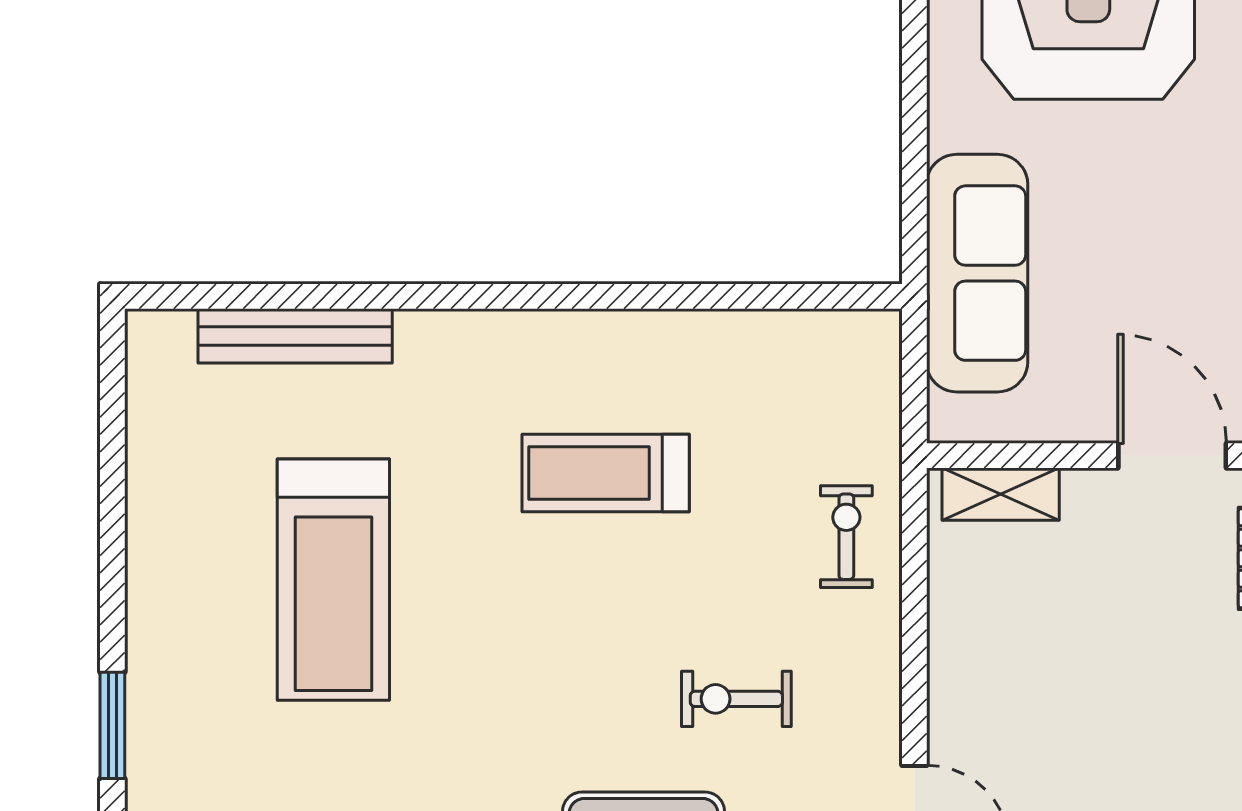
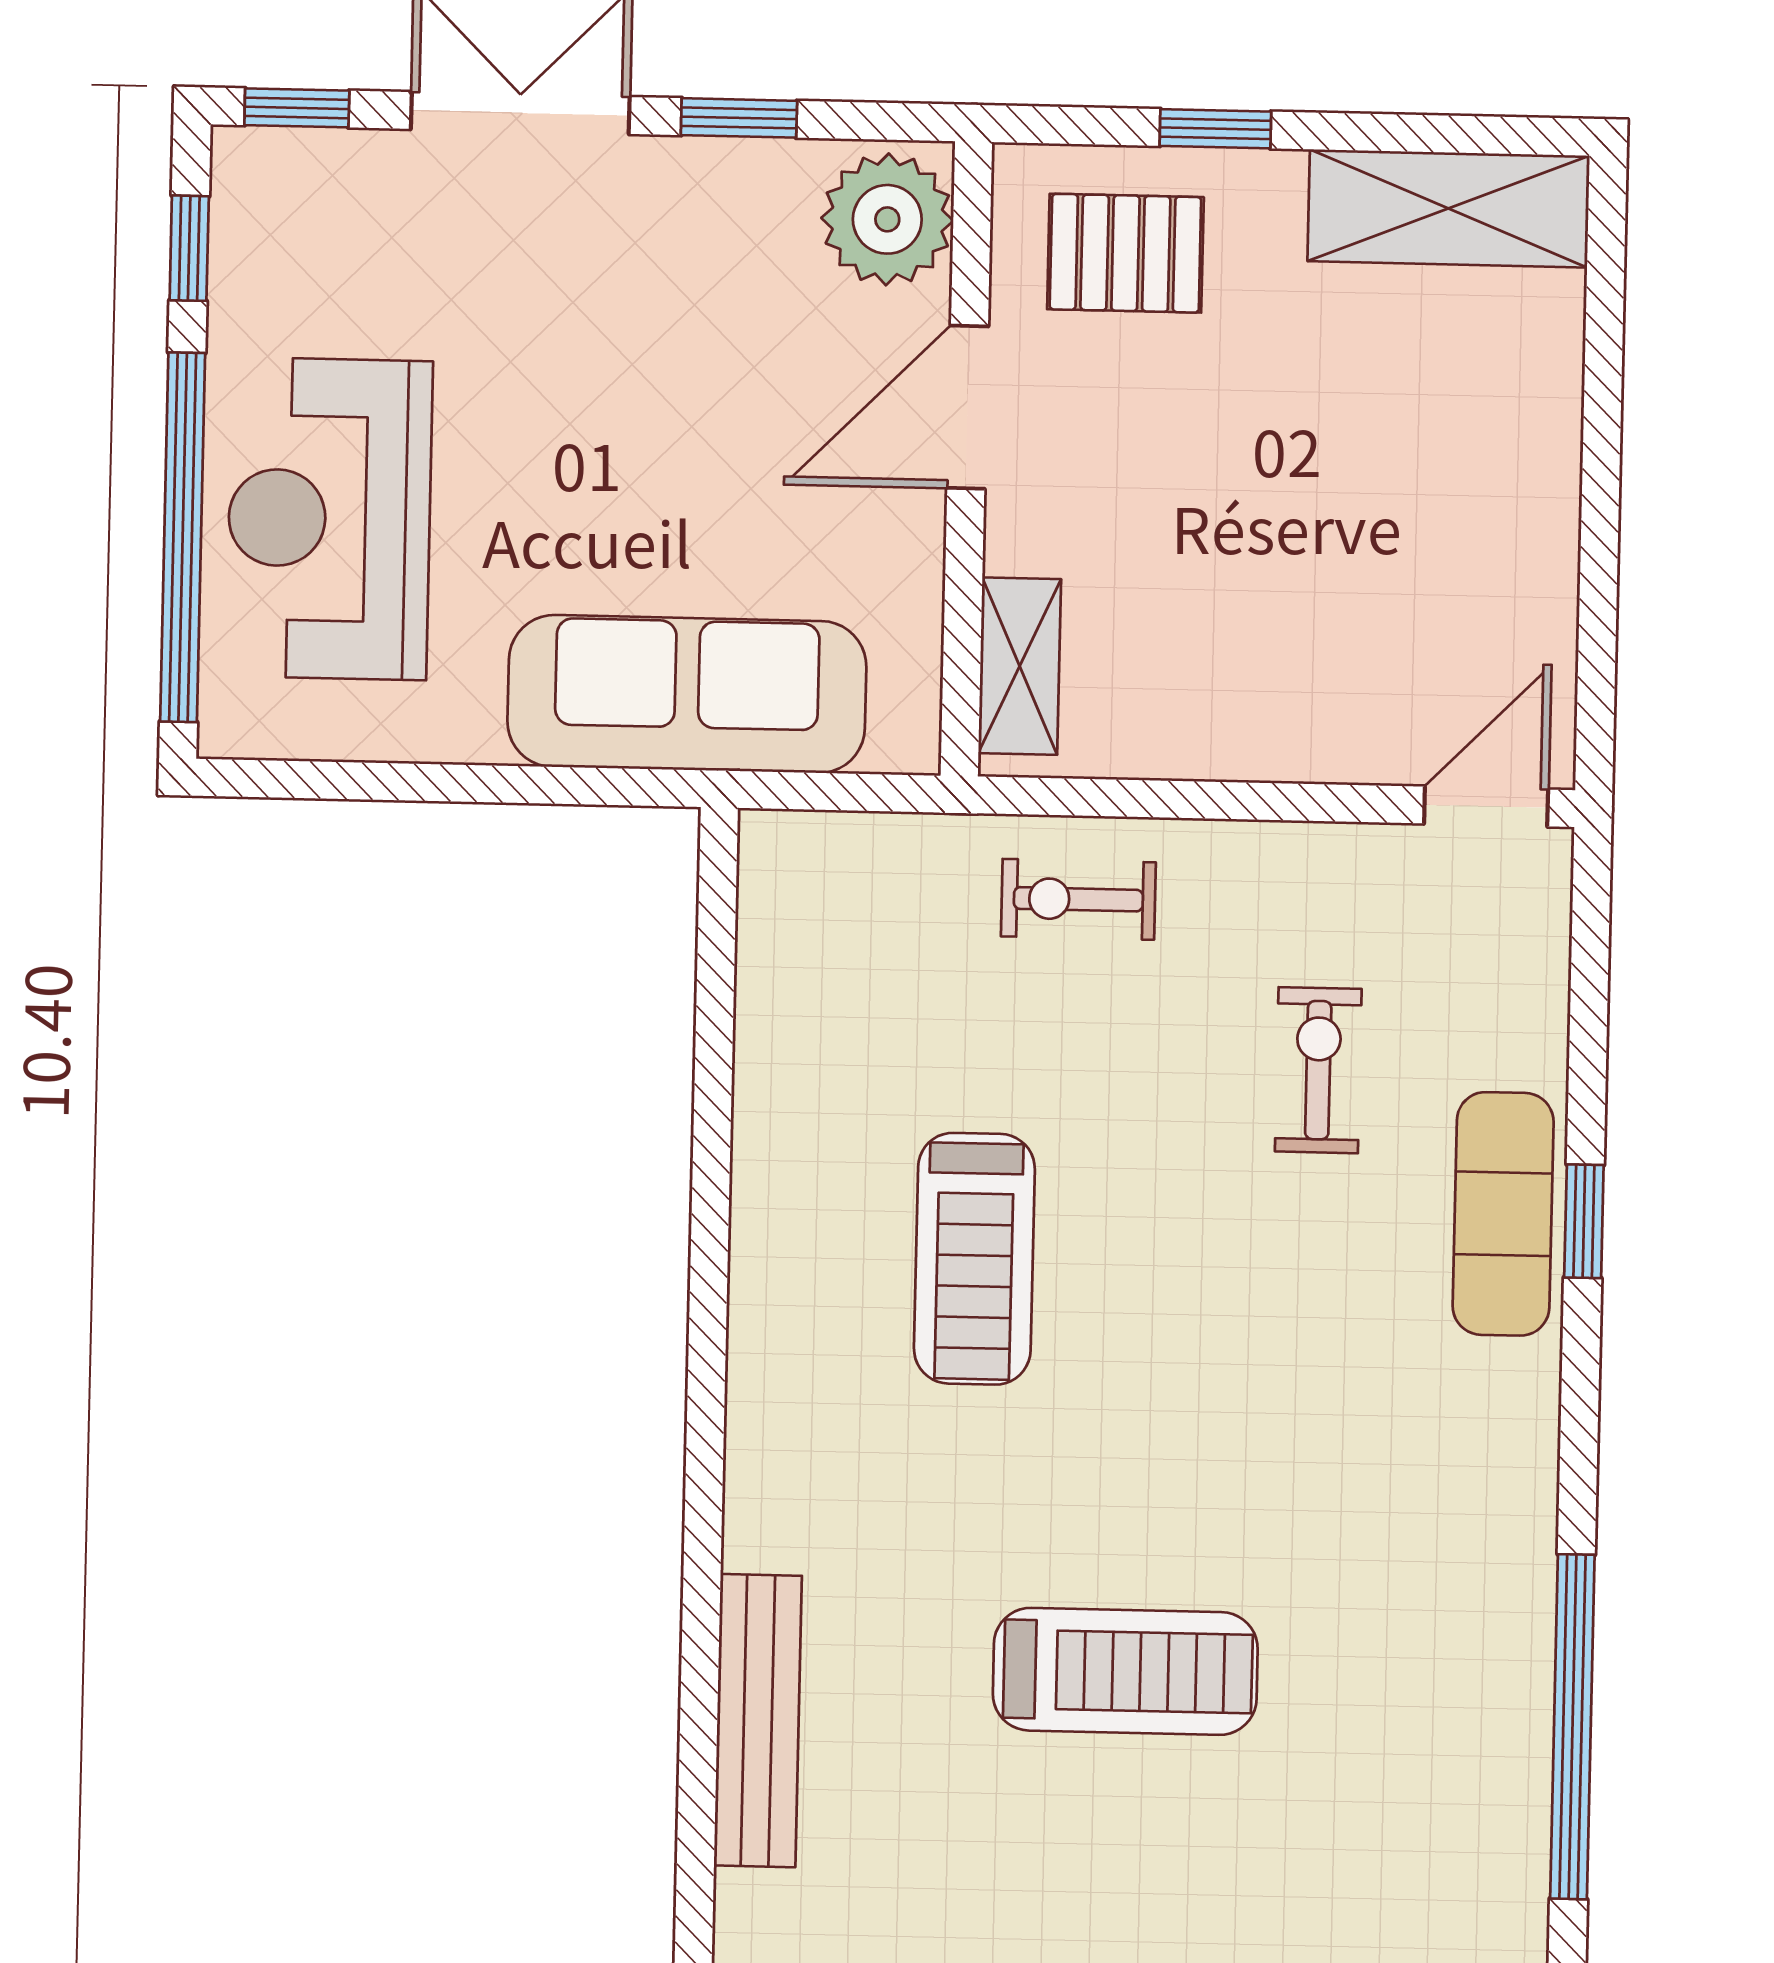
treadmill: (333, 580) -> (1125, 1671), width x0.73, depth x0.73
exercise bike: (736, 699) -> (1318, 1070), turned 180

